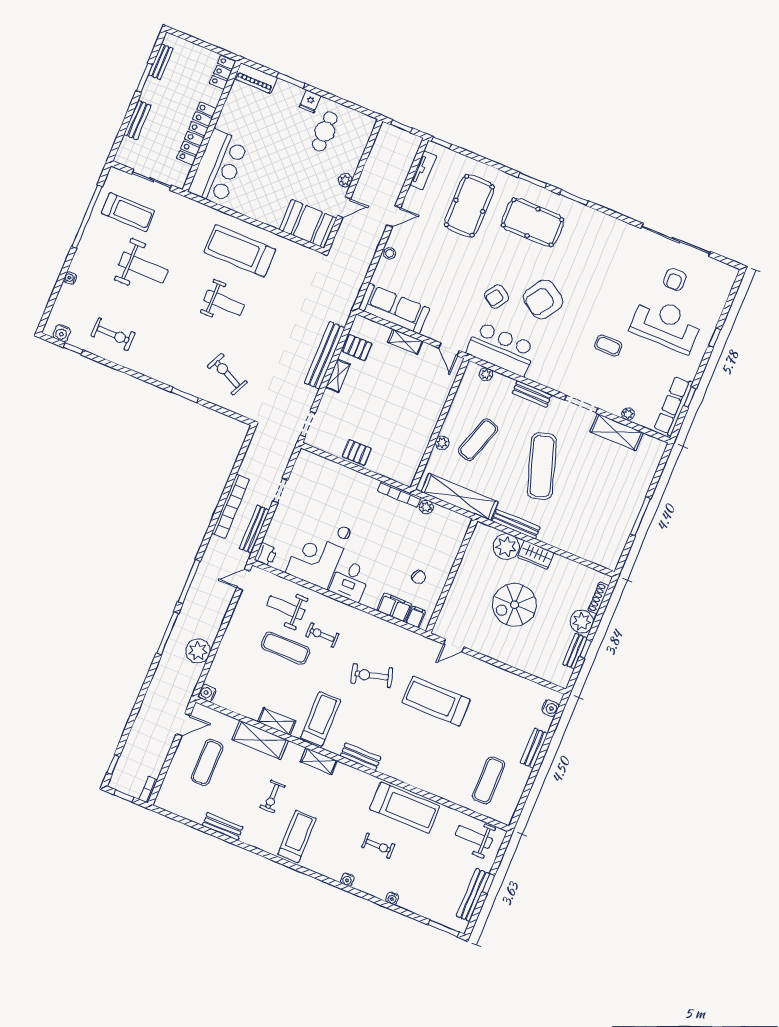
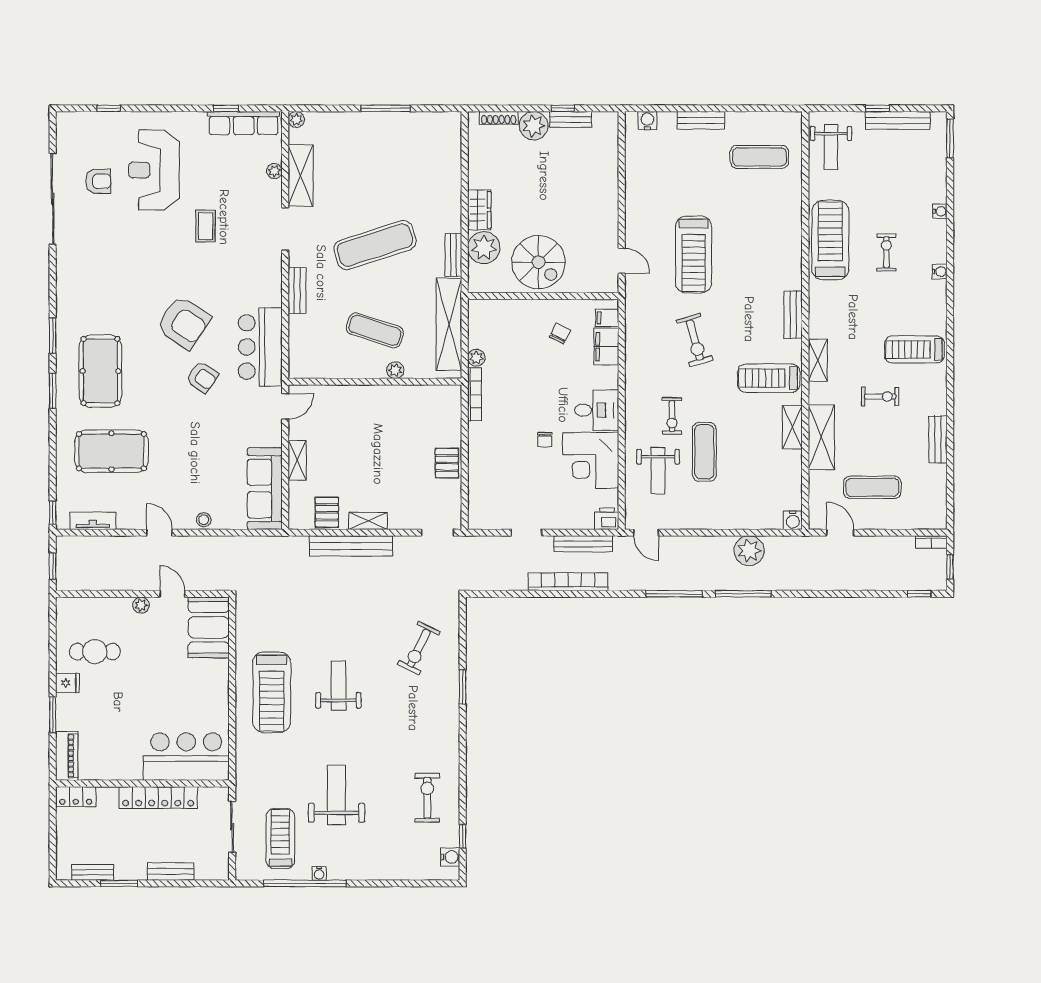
water cooler: (70, 278) -> (319, 873), moved
window: (715, 337) -> (109, 108), moved
plant: (486, 374) -> (296, 119), moved
bench: (516, 524) -> (453, 255), width x0.73
spiral stairs: (515, 605) -> (539, 262), moved

